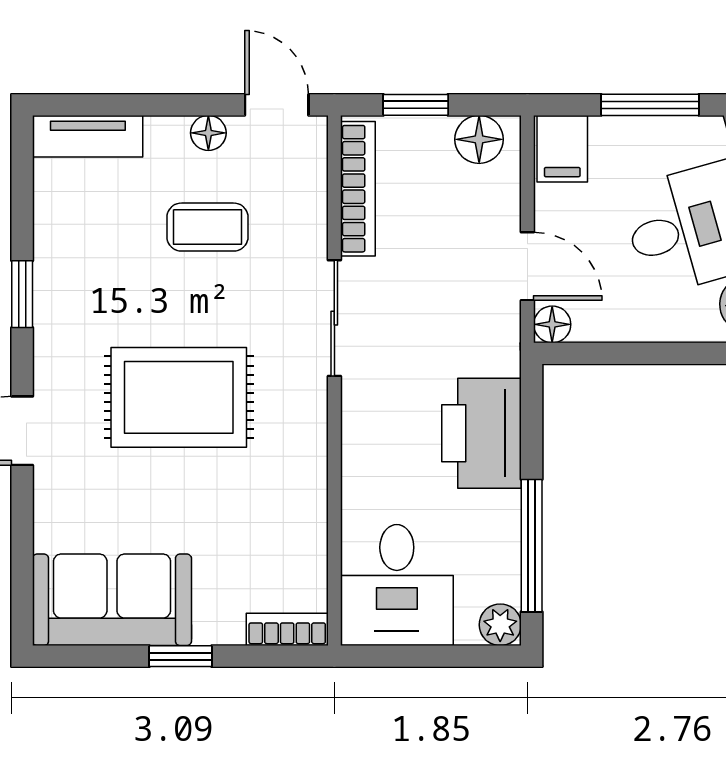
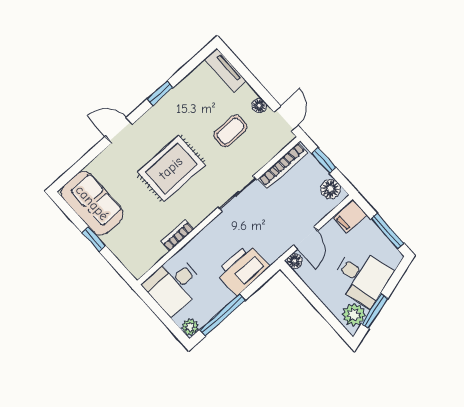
coffee table: (207, 227) -> (230, 131), turned 90
rug: (179, 397) -> (171, 168), turned 90
bookcase: (287, 629) -> (178, 235), moved, turned -90

